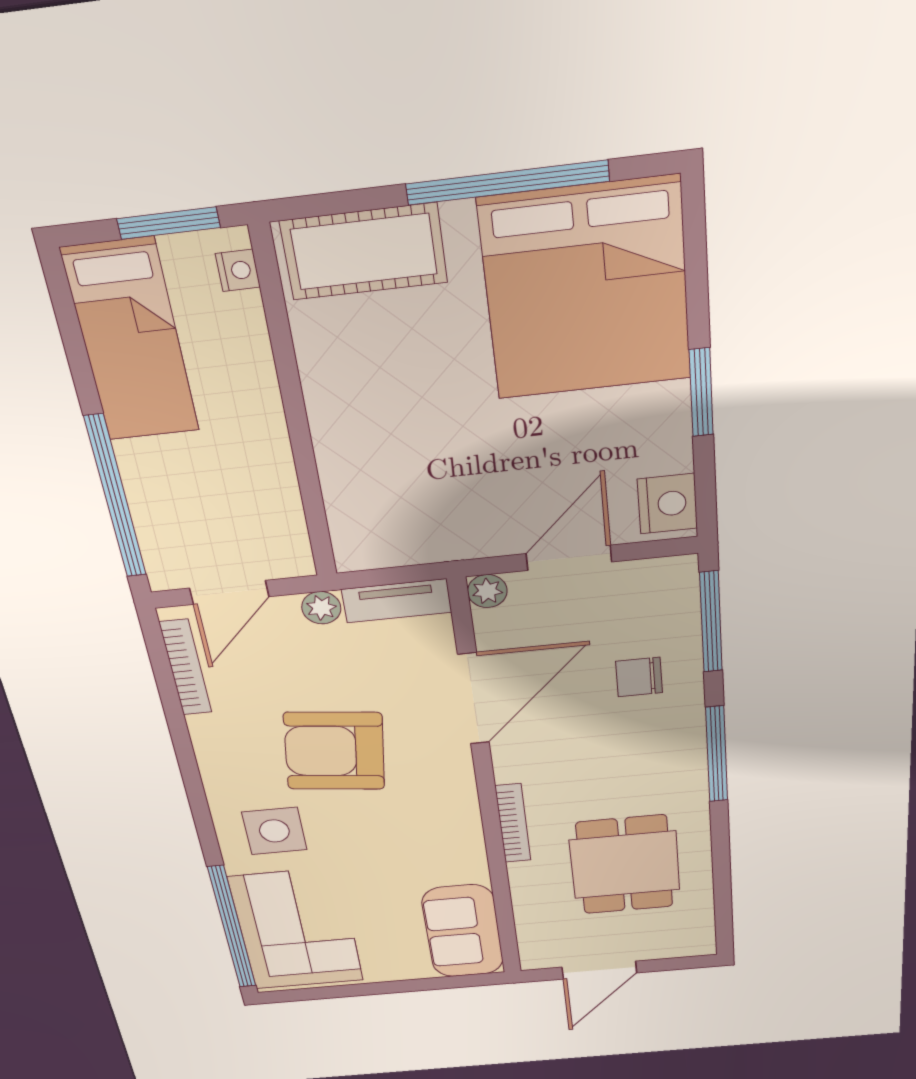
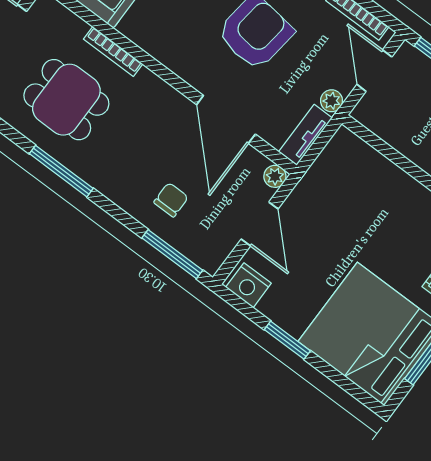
window: (717, 754) -> (61, 171), moved
bookcase: (513, 823) -> (113, 52), moved

